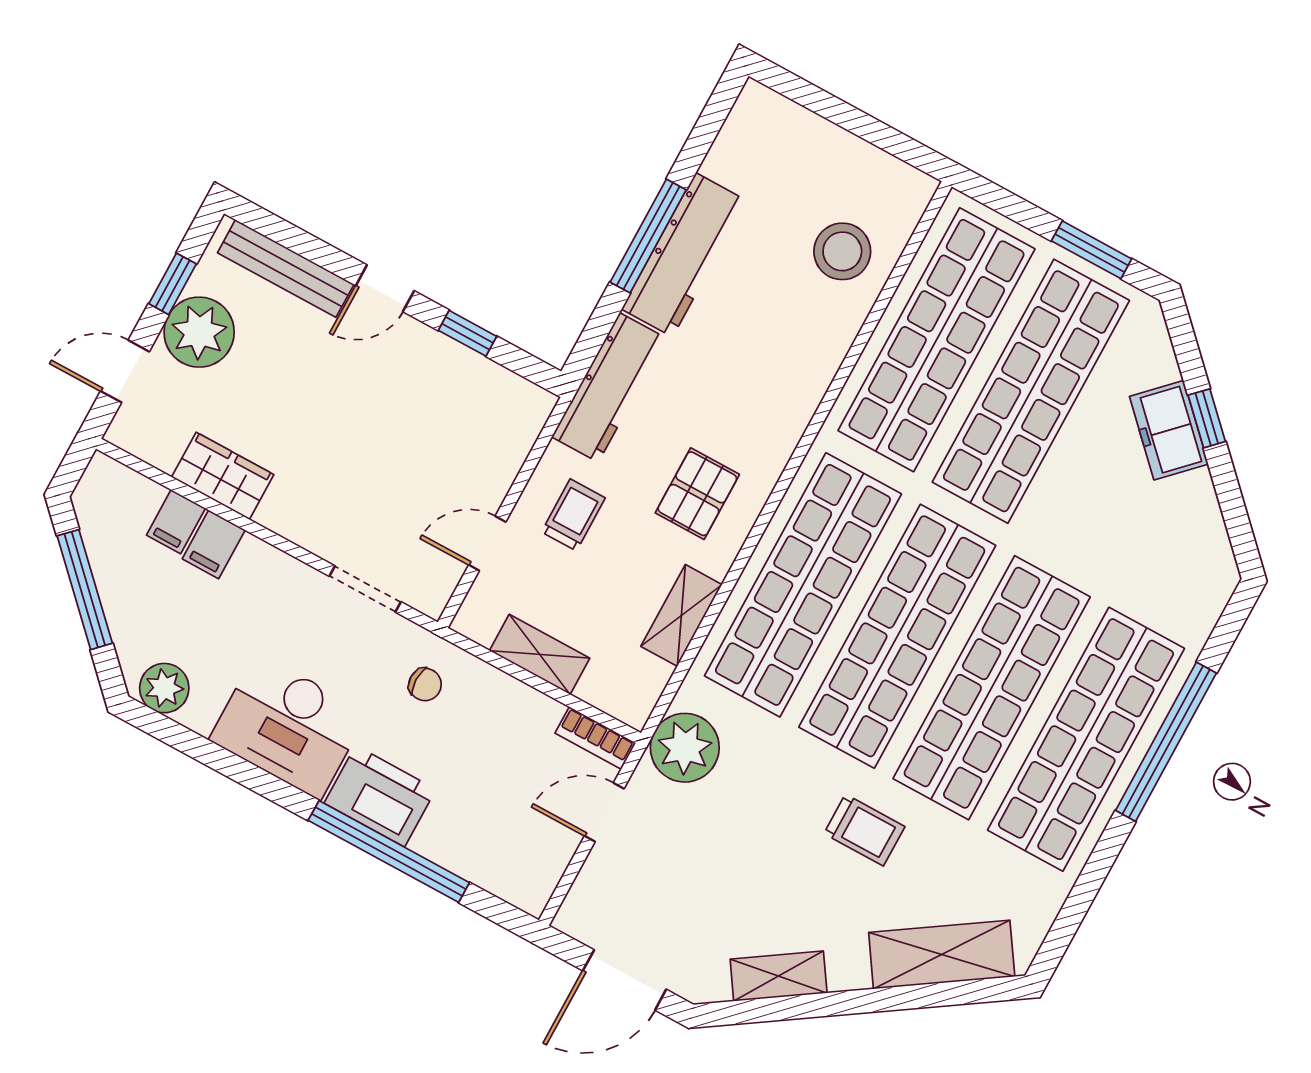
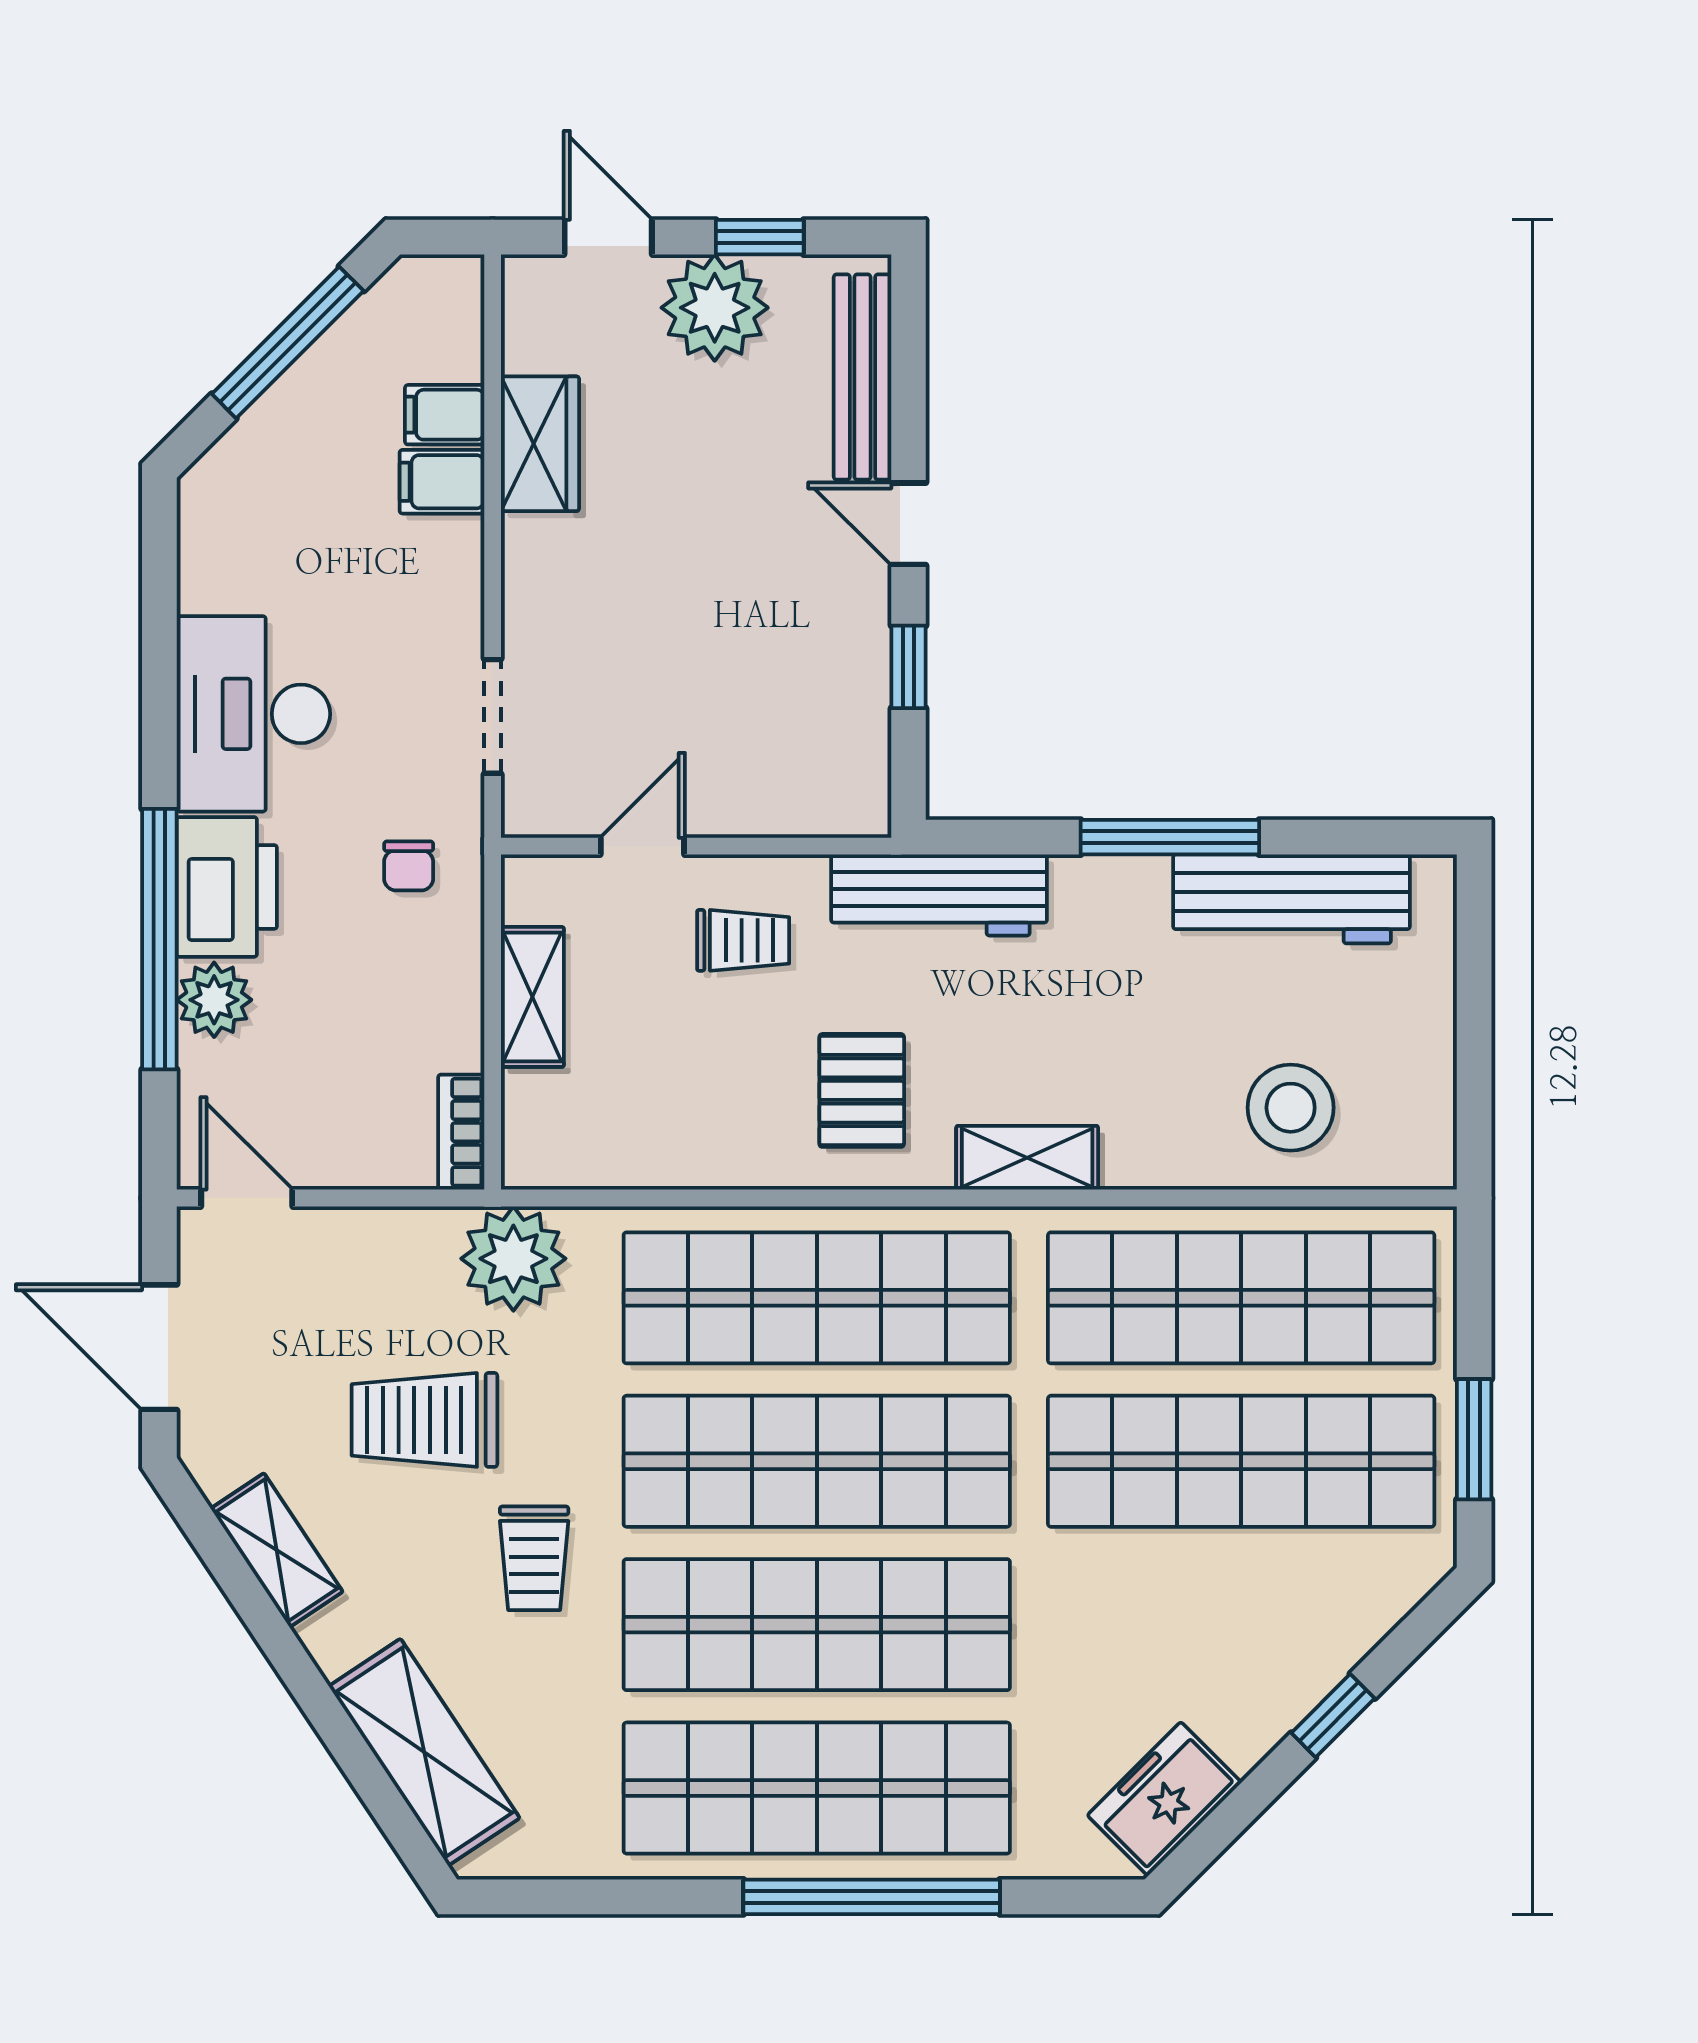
workbench: (684, 255) -> (1291, 899), moved
freezer: (1169, 430) -> (1164, 1799), moved
pallet: (697, 494) -> (862, 1090), turned 90
door: (487, 543) -> (642, 846), hinge flipped
shelving: (681, 615) -> (1027, 1158), moved
plant: (164, 688) -> (214, 1000), moved
door: (604, 812) -> (247, 1198), moved
trolley: (750, 850) -> (424, 1420), added

